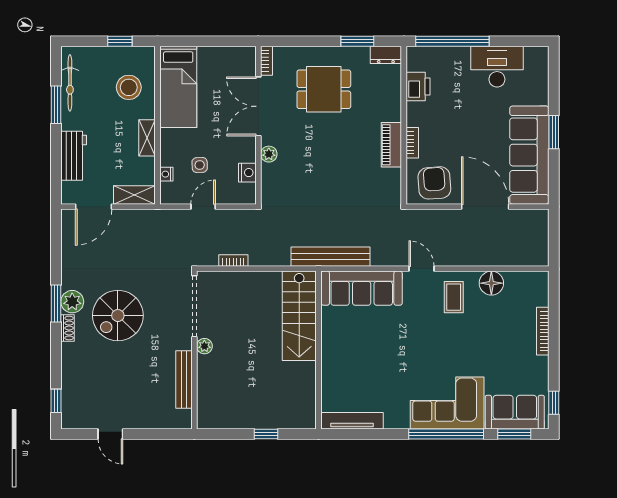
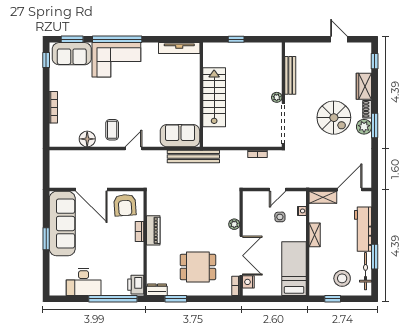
printer: (418, 86) -> (136, 285), moved
stool: (129, 87) -> (342, 278), moved
workbench: (74, 156) -> (363, 229), width x1.37
nightstand: (247, 173) -> (248, 282), moved
door: (421, 269) -> (133, 149), swing flipped
sofa: (362, 288) -> (180, 136), width x0.73
spiral stairs: (118, 316) -> (334, 118), turned 90
stairs: (299, 316) -> (214, 97), moved
wardrobe: (72, 363) -> (364, 86), added

